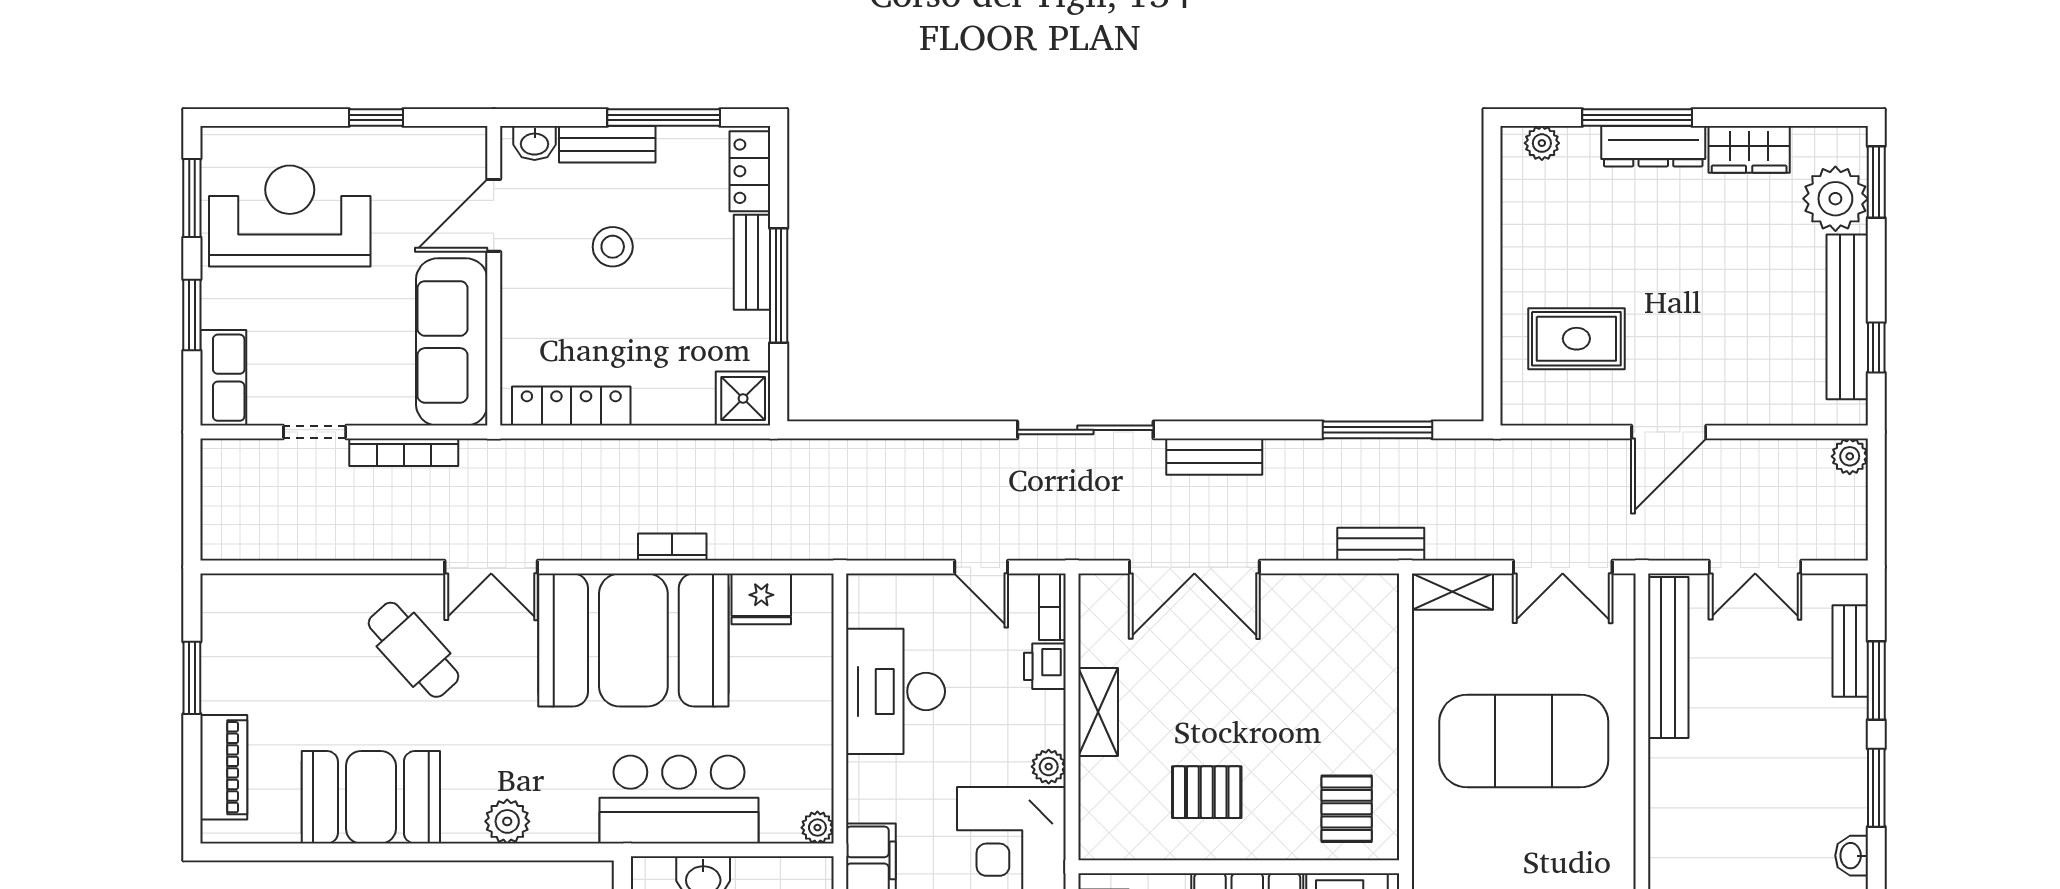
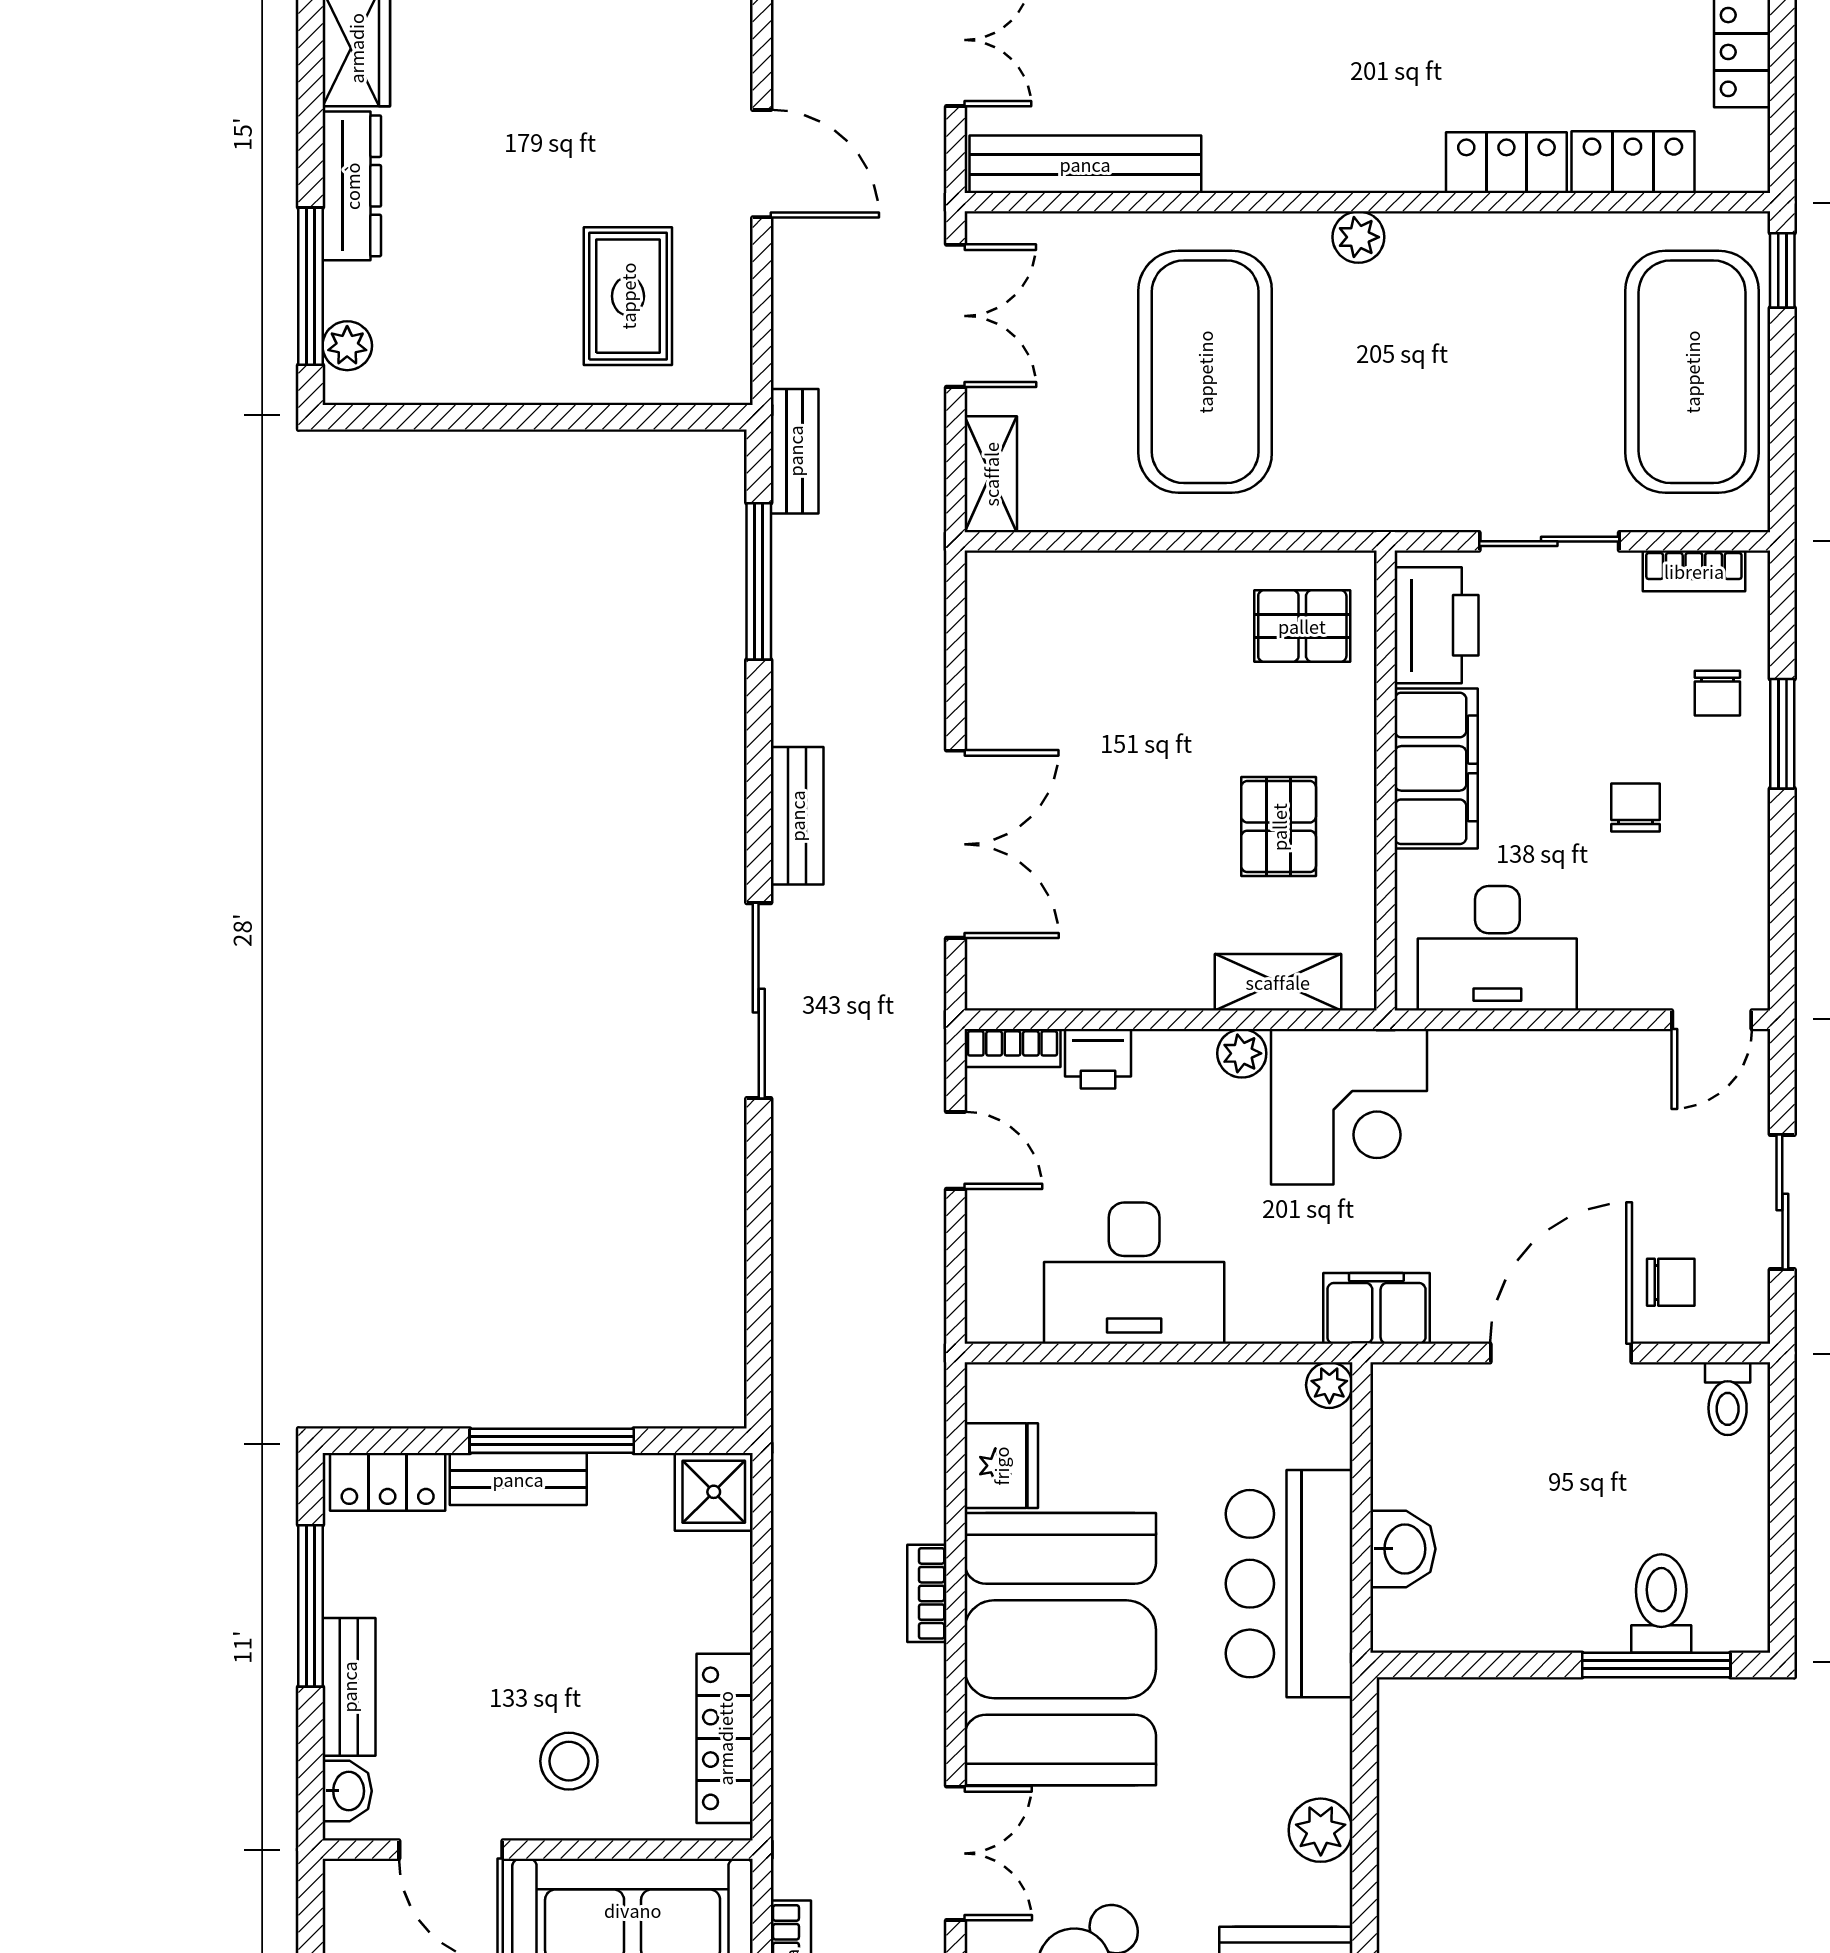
window: (1637, 117) -> (310, 286), moved
stool: (613, 247) -> (569, 1761), moved
bench: (1381, 544) -> (795, 451), moved
door: (981, 567) -> (956, 1150), hinge flipped
shelving: (1098, 712) -> (1278, 982), moved
plant: (1618, 848) -> (1358, 237), added

